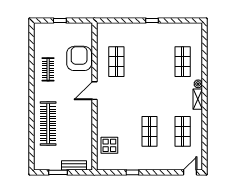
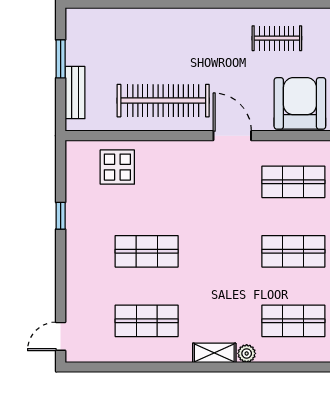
armchair: (79, 58) -> (300, 103), turned -90
shop shelf: (150, 62) -> (293, 251), added
clothes rail: (48, 124) -> (163, 101), moved
door: (190, 172) -> (61, 336), swing flipped

